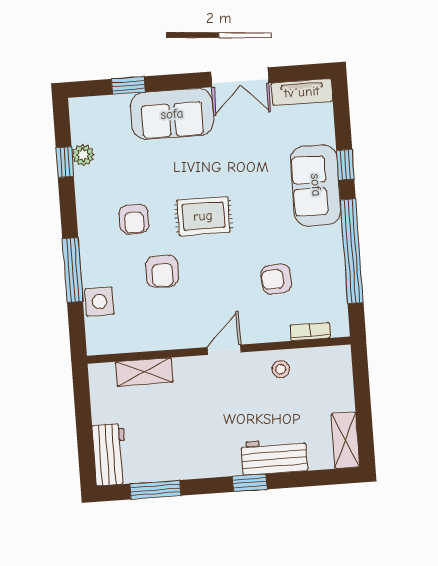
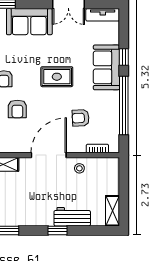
rug: (203, 216) -> (57, 77), moved
door: (224, 350) -> (49, 155), width x1.88

